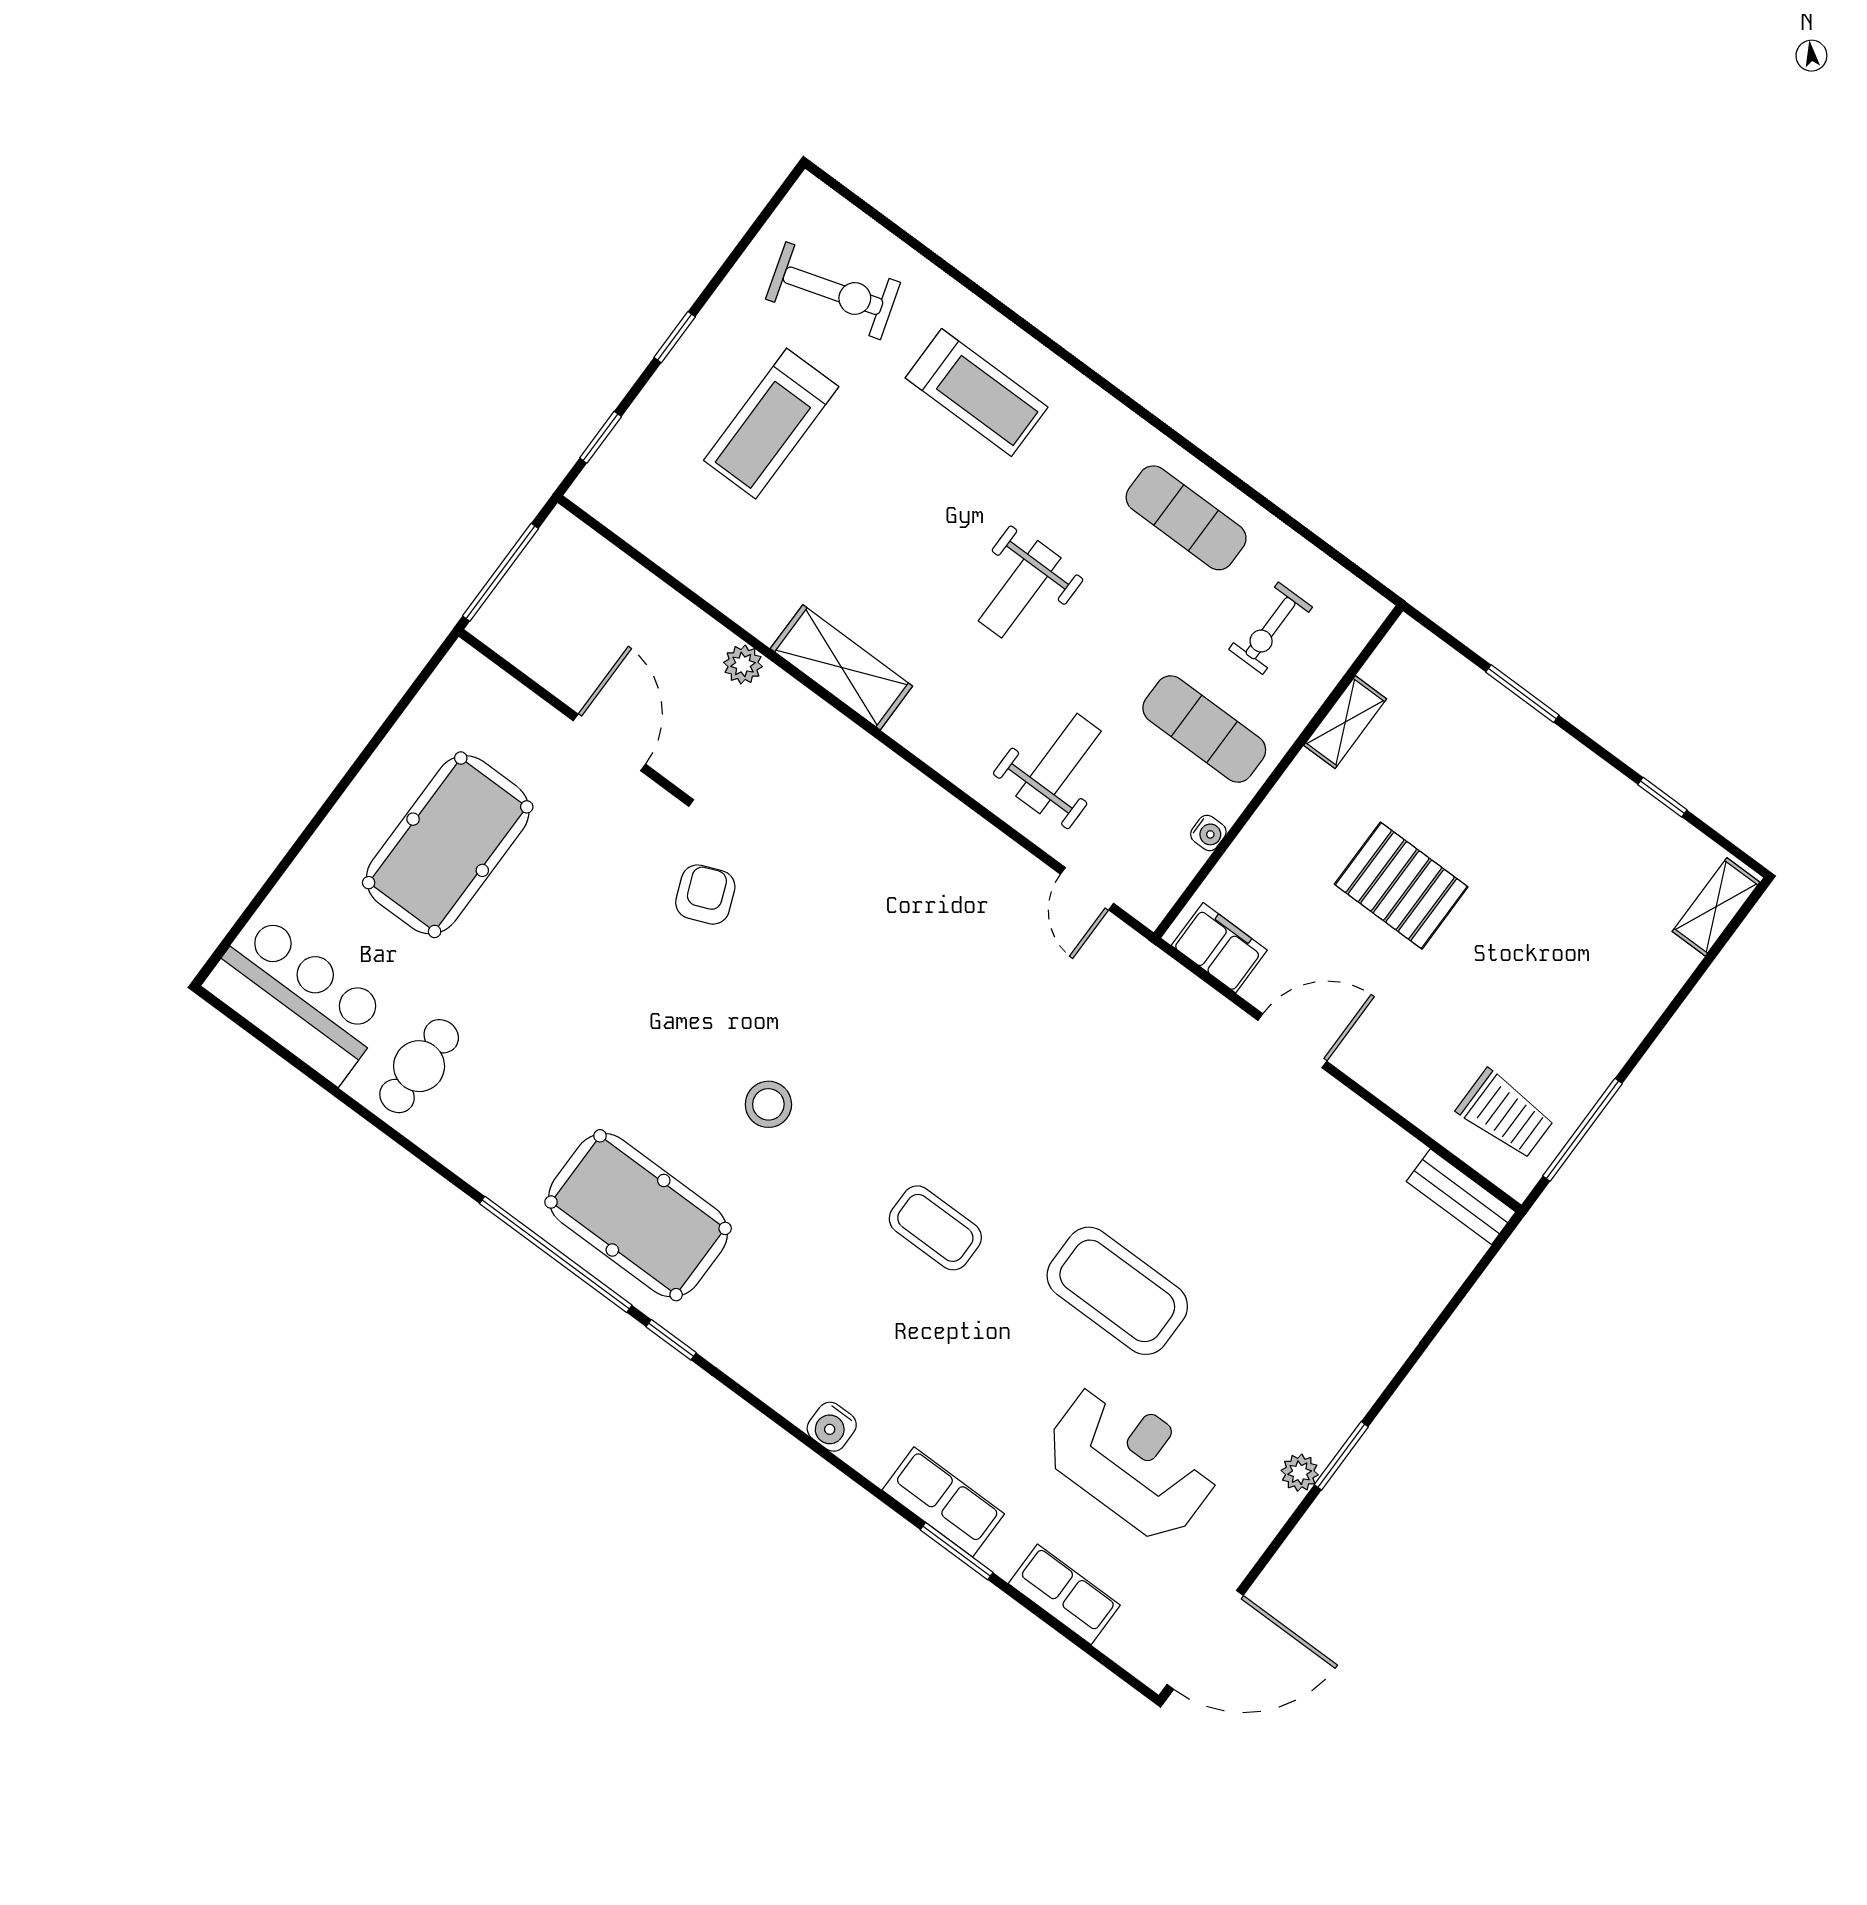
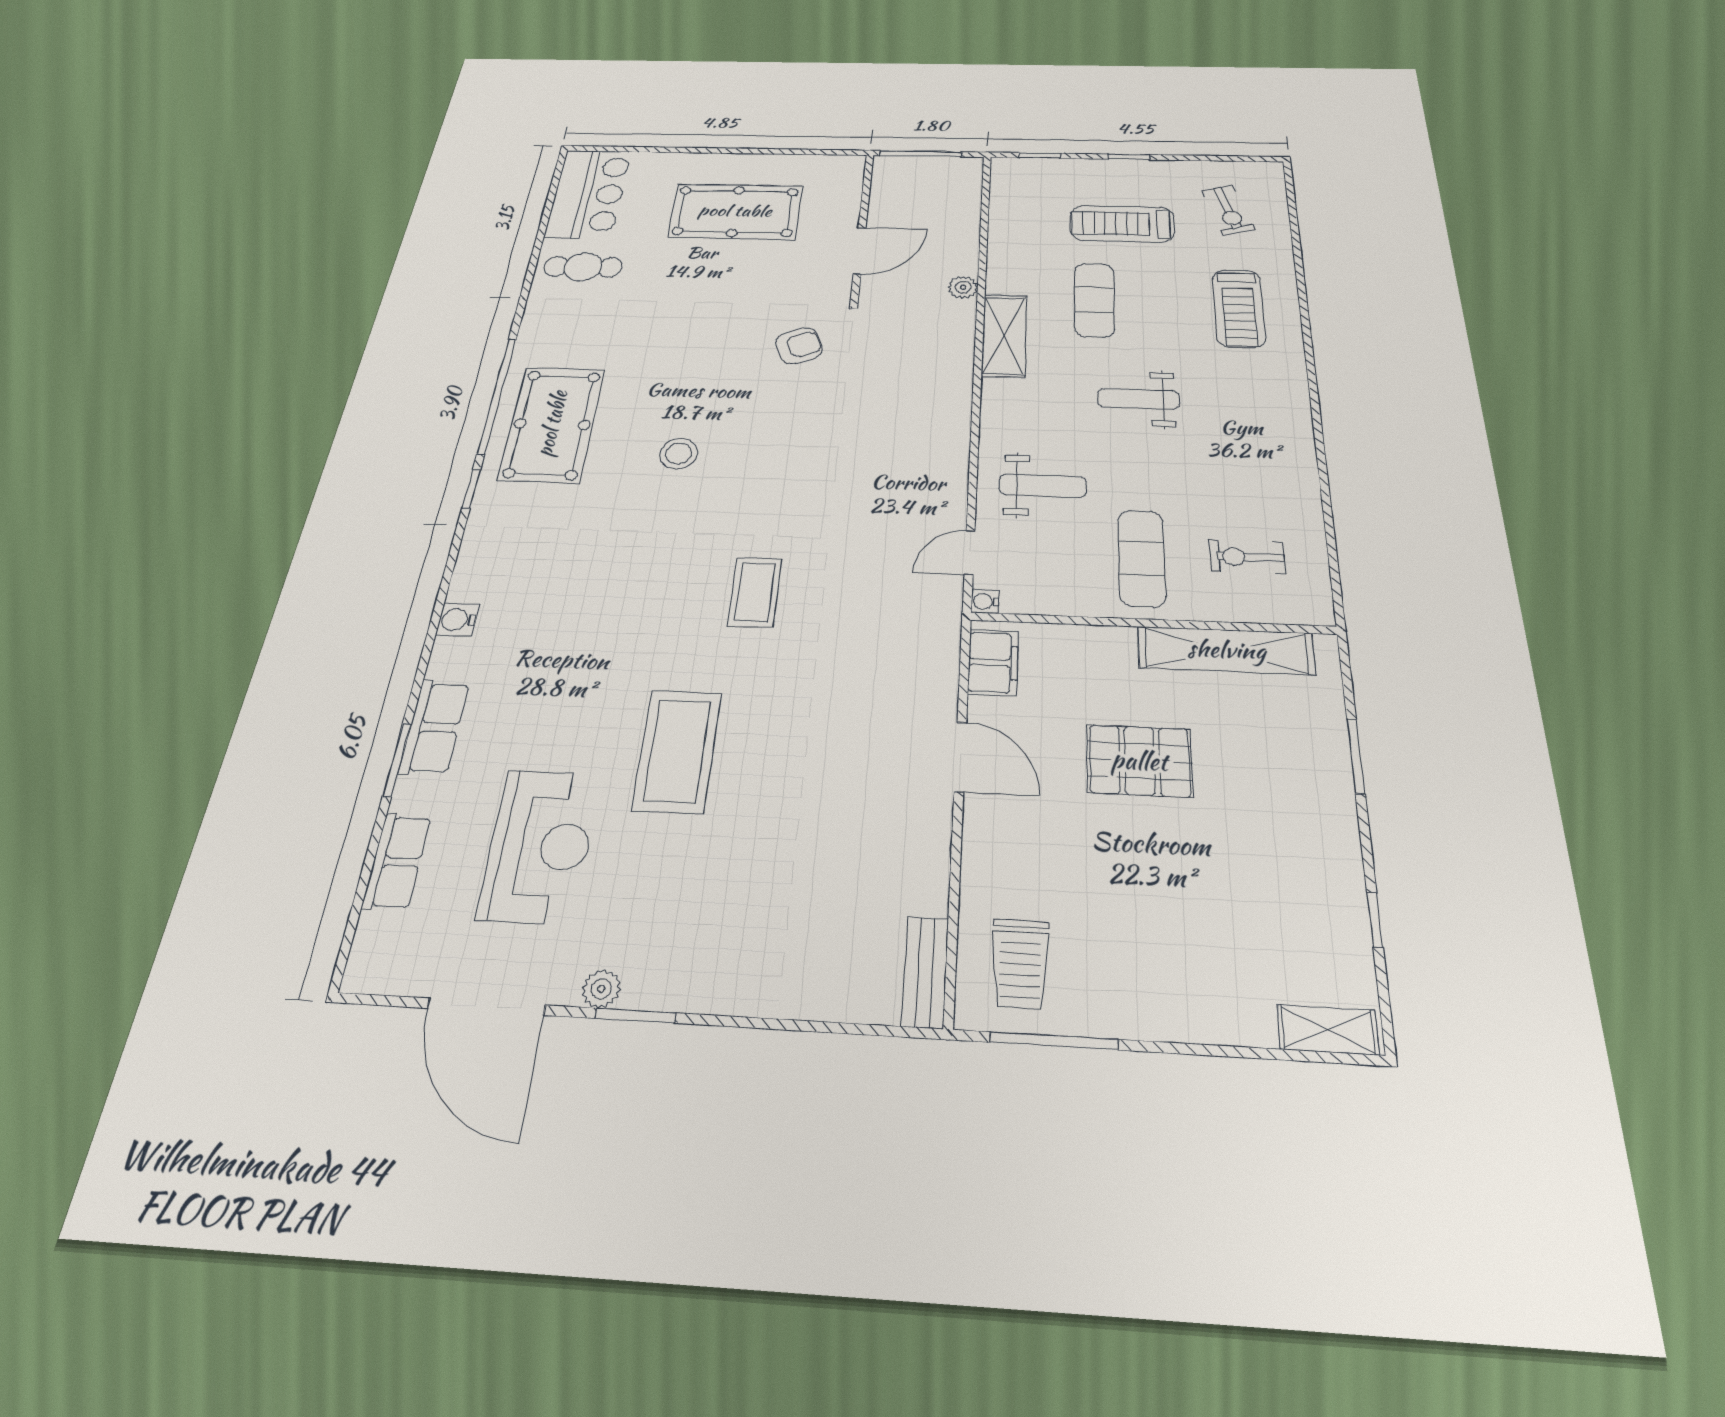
exercise bike: (833, 291) -> (1228, 210), width x0.73, depth x0.72
exercise mat: (1186, 518) -> (1094, 300), moved
shelving: (1345, 722) -> (1226, 650), width x2.20, depth x1.33
water cooler: (1208, 833) -> (985, 601), moved, turned 90
pallet: (1401, 886) -> (1139, 761), turned 90
coffee table: (935, 1228) -> (755, 592), moved
door: (1205, 1640) -> (486, 1007), moved

